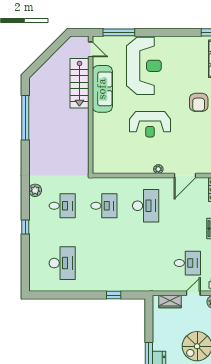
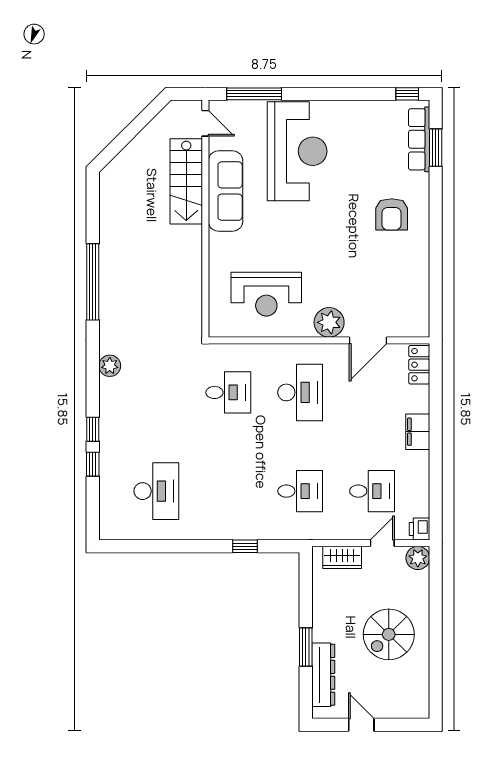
window: (25, 118) -> (93, 282), moved
reception desk: (150, 124) -> (266, 294), moved
plant: (158, 169) -> (329, 322), width x1.88, depth x1.88
desk: (62, 206) -> (300, 491), moved
window: (25, 247) -> (93, 464), added

